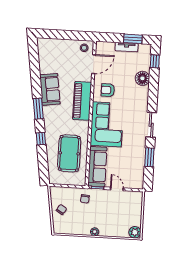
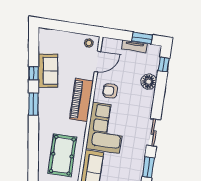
sofa: (50, 89) -> (48, 71), moved
window: (41, 139) -> (34, 73), moved

